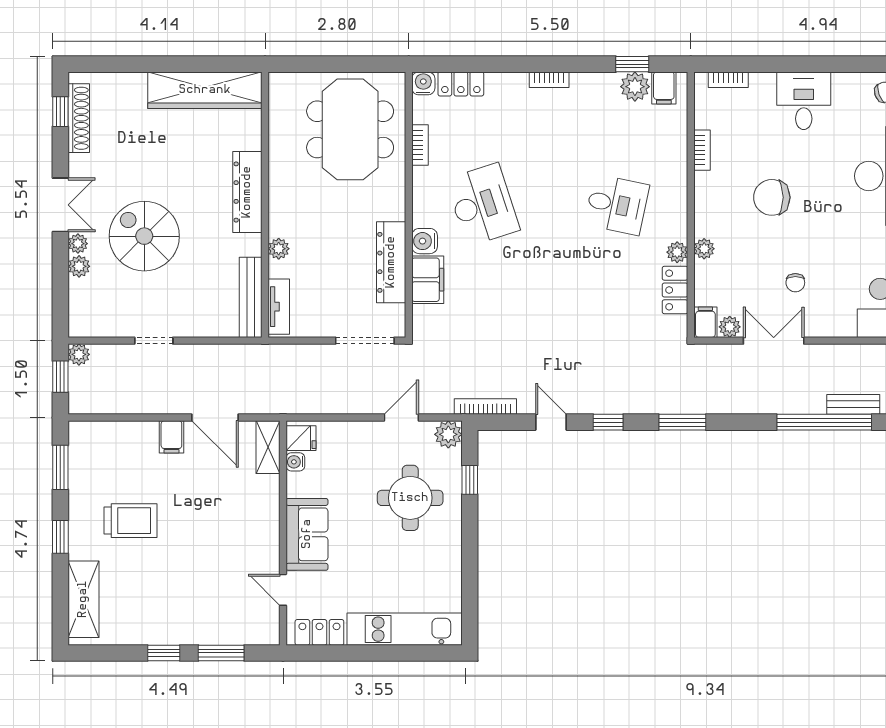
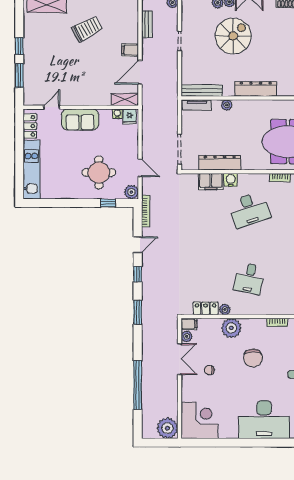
chair: (772, 197) -> (253, 358), turned 180
plant: (704, 249) -> (231, 328), width x1.88, depth x1.88
bench: (853, 404) -> (147, 24), moved
trolley: (130, 521) -> (87, 29), turned -118

